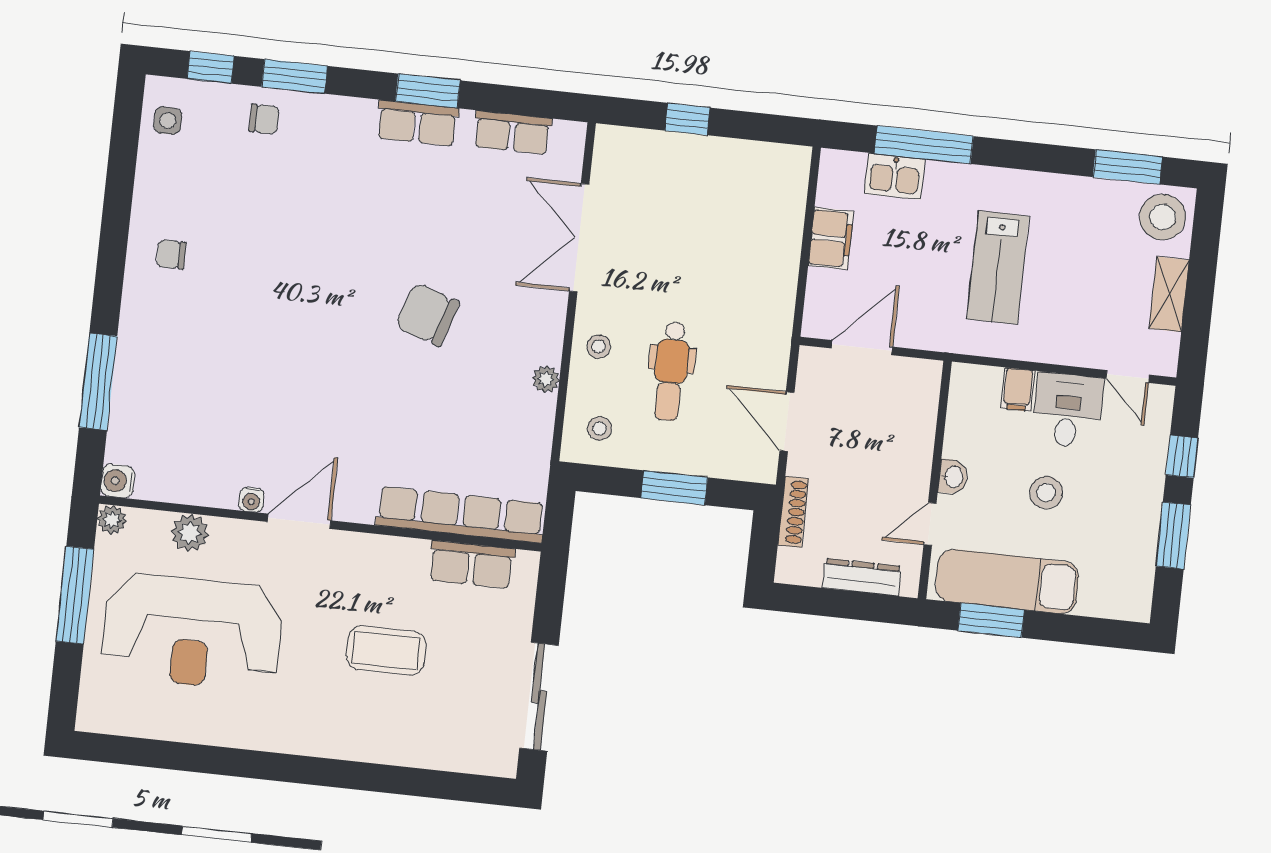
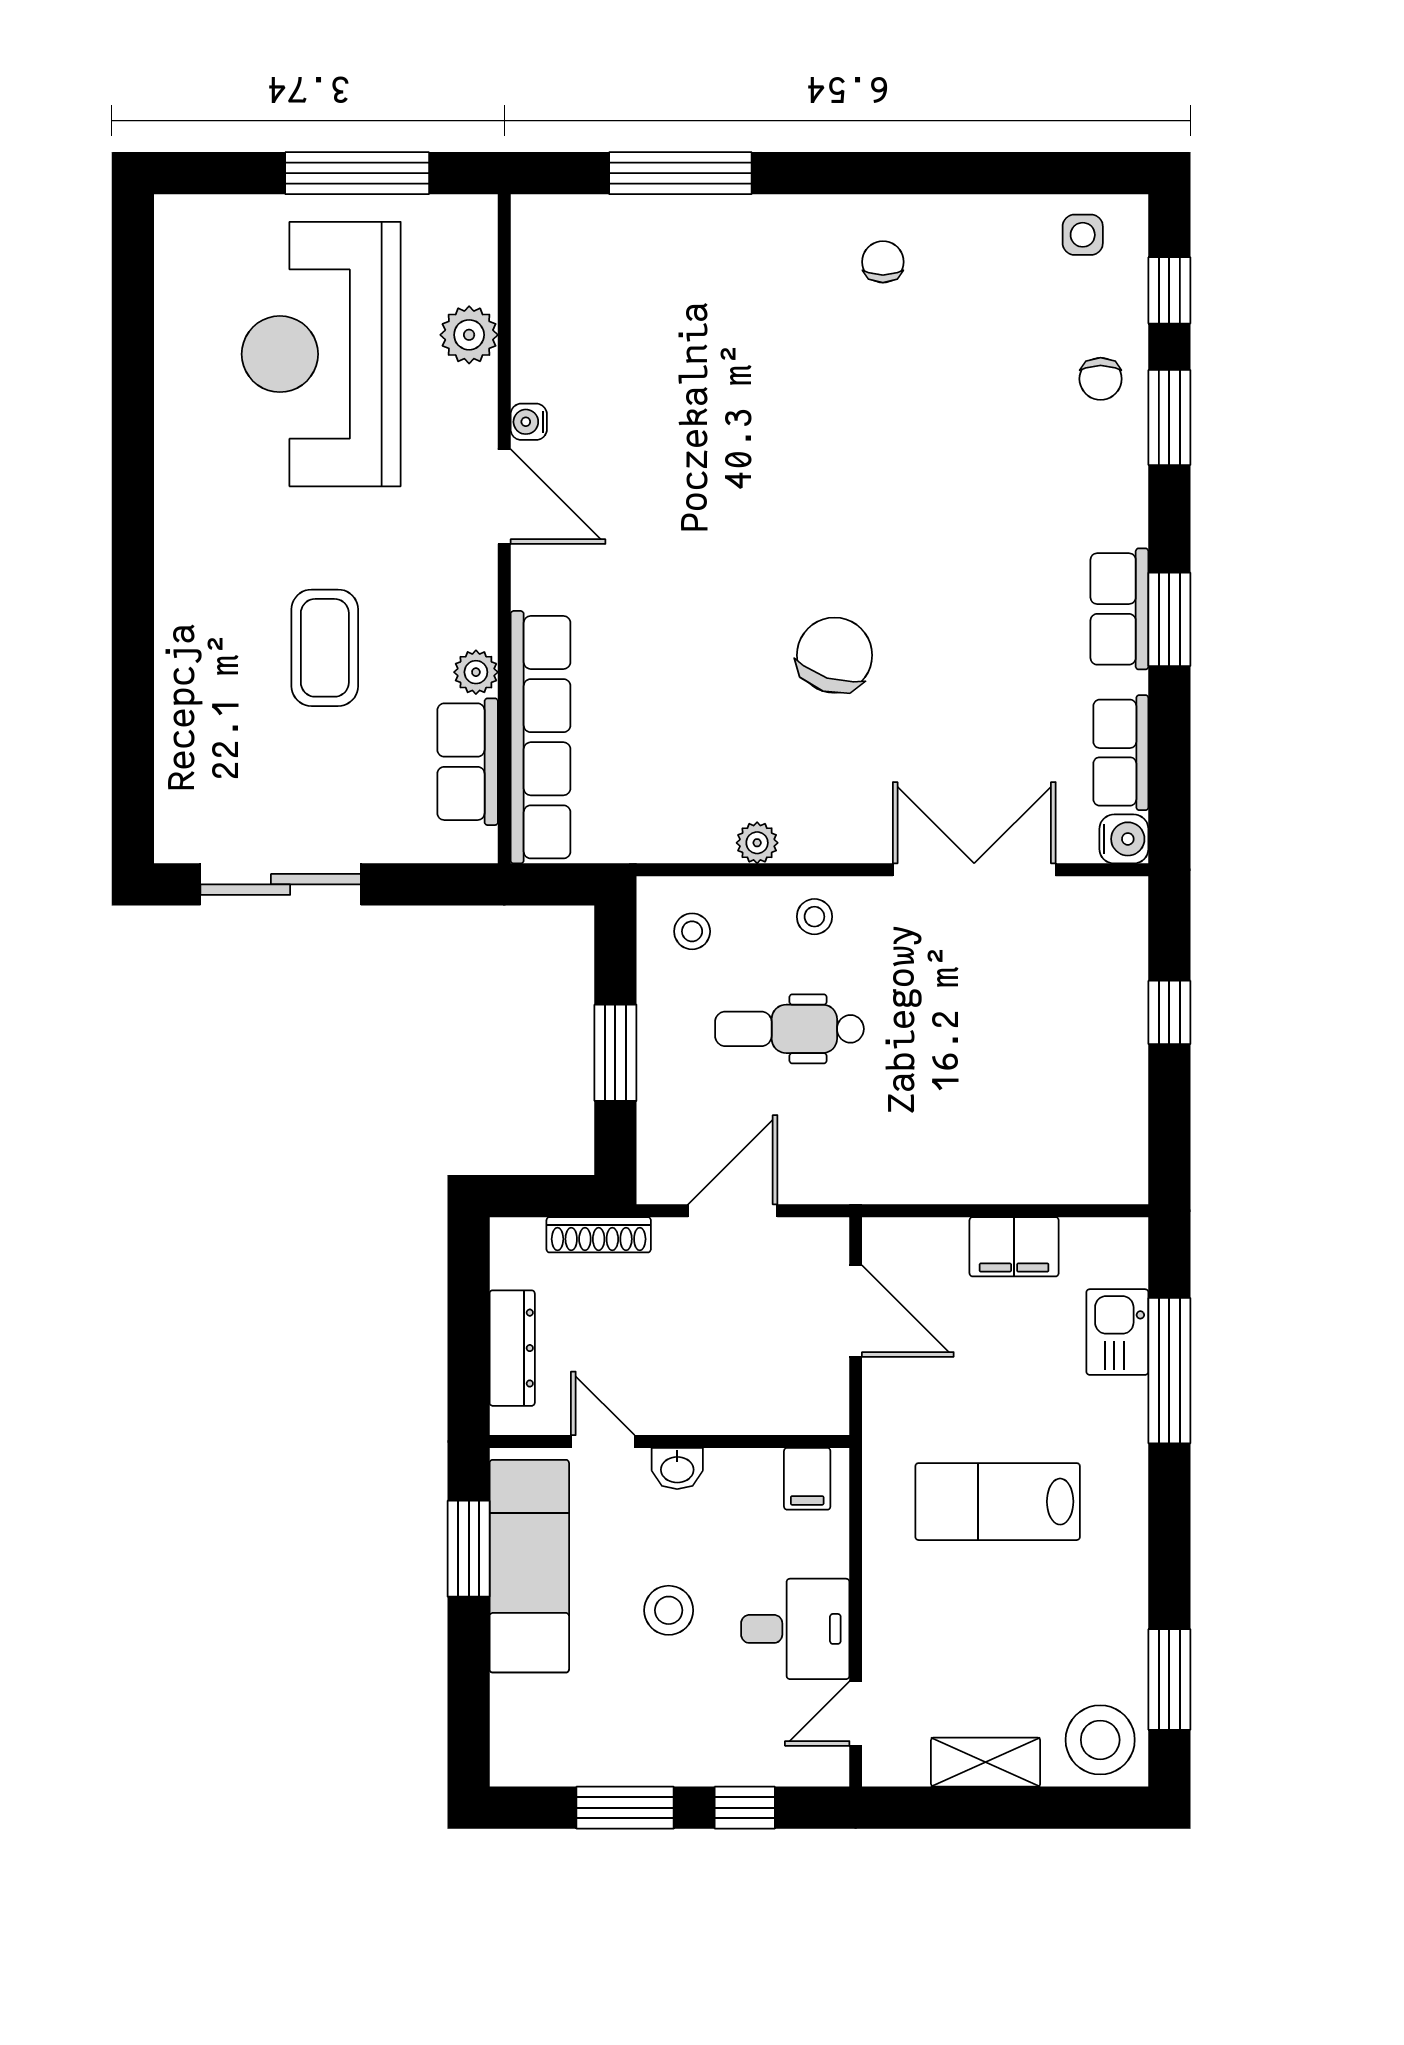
filing cabinet: (1018, 389) -> (807, 1479), moved, turned -90
water cooler: (118, 481) -> (1124, 839), moved, turned 90
plant: (112, 520) -> (476, 672), moved

